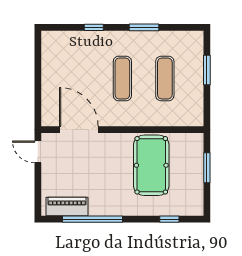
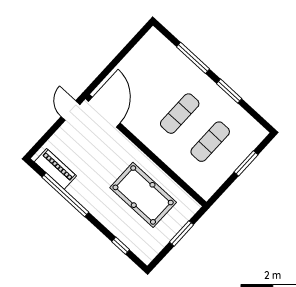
window: (94, 27) -> (193, 58), width x2.17
door: (79, 130) -> (104, 112), moved
pool table: (151, 165) -> (143, 195), turned 90

